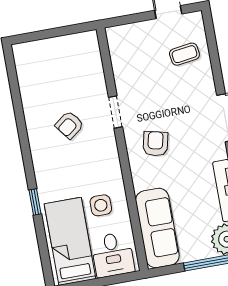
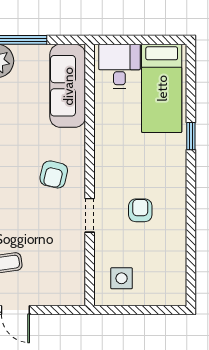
armchair: (69, 125) -> (140, 210), turned -53
side table: (101, 205) -> (122, 278), moved

